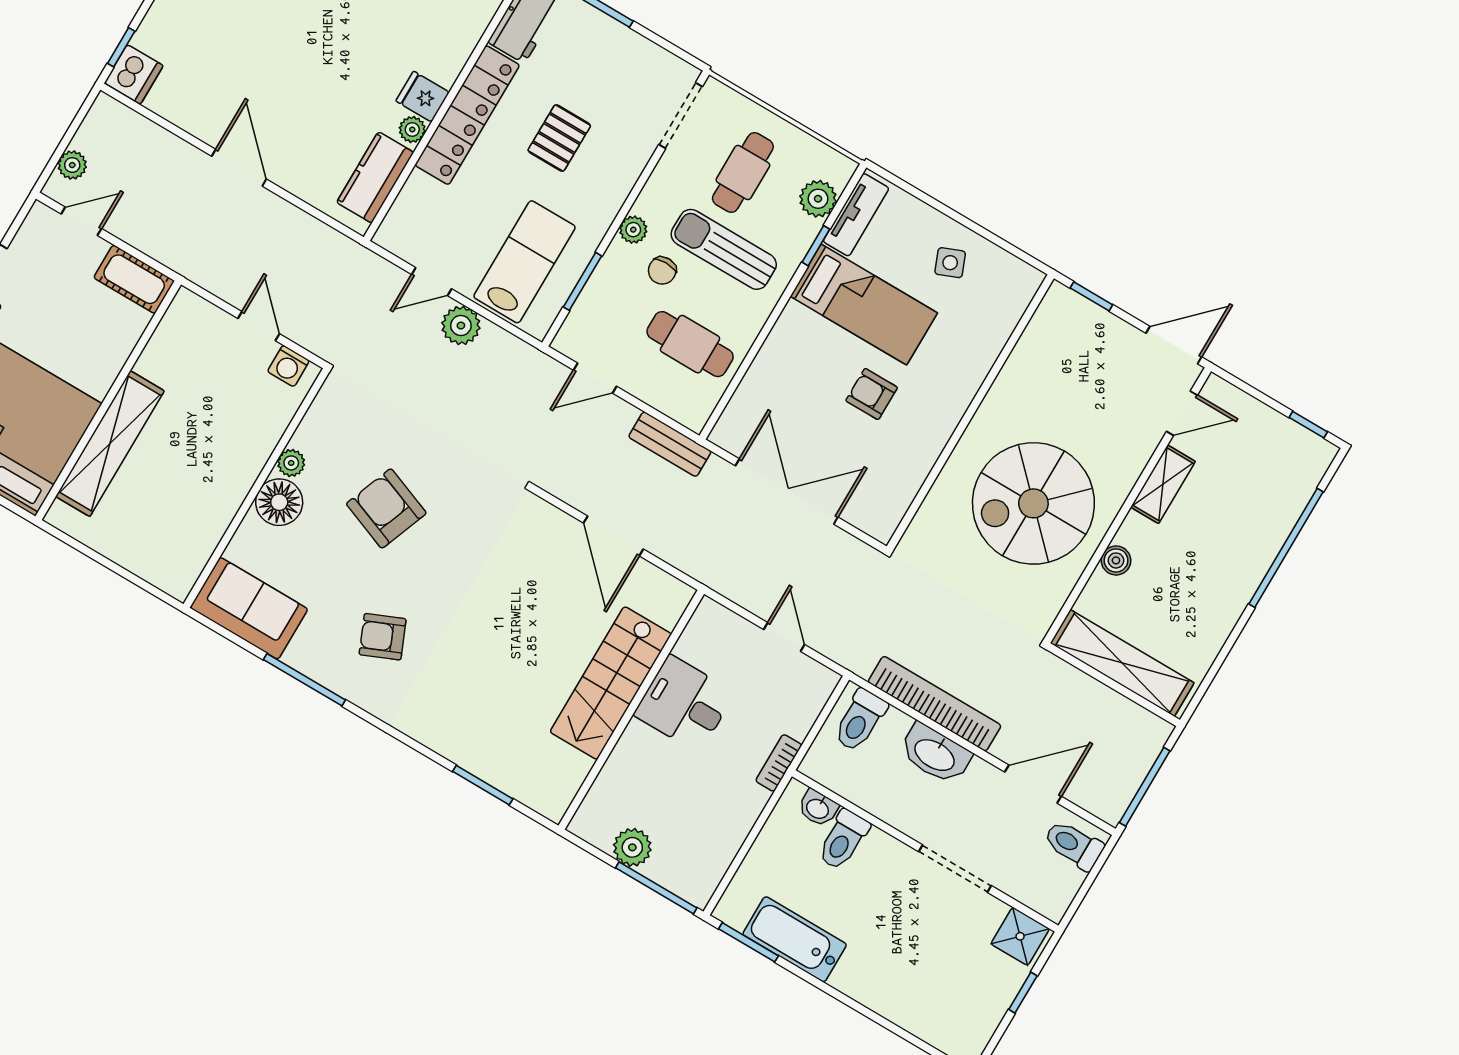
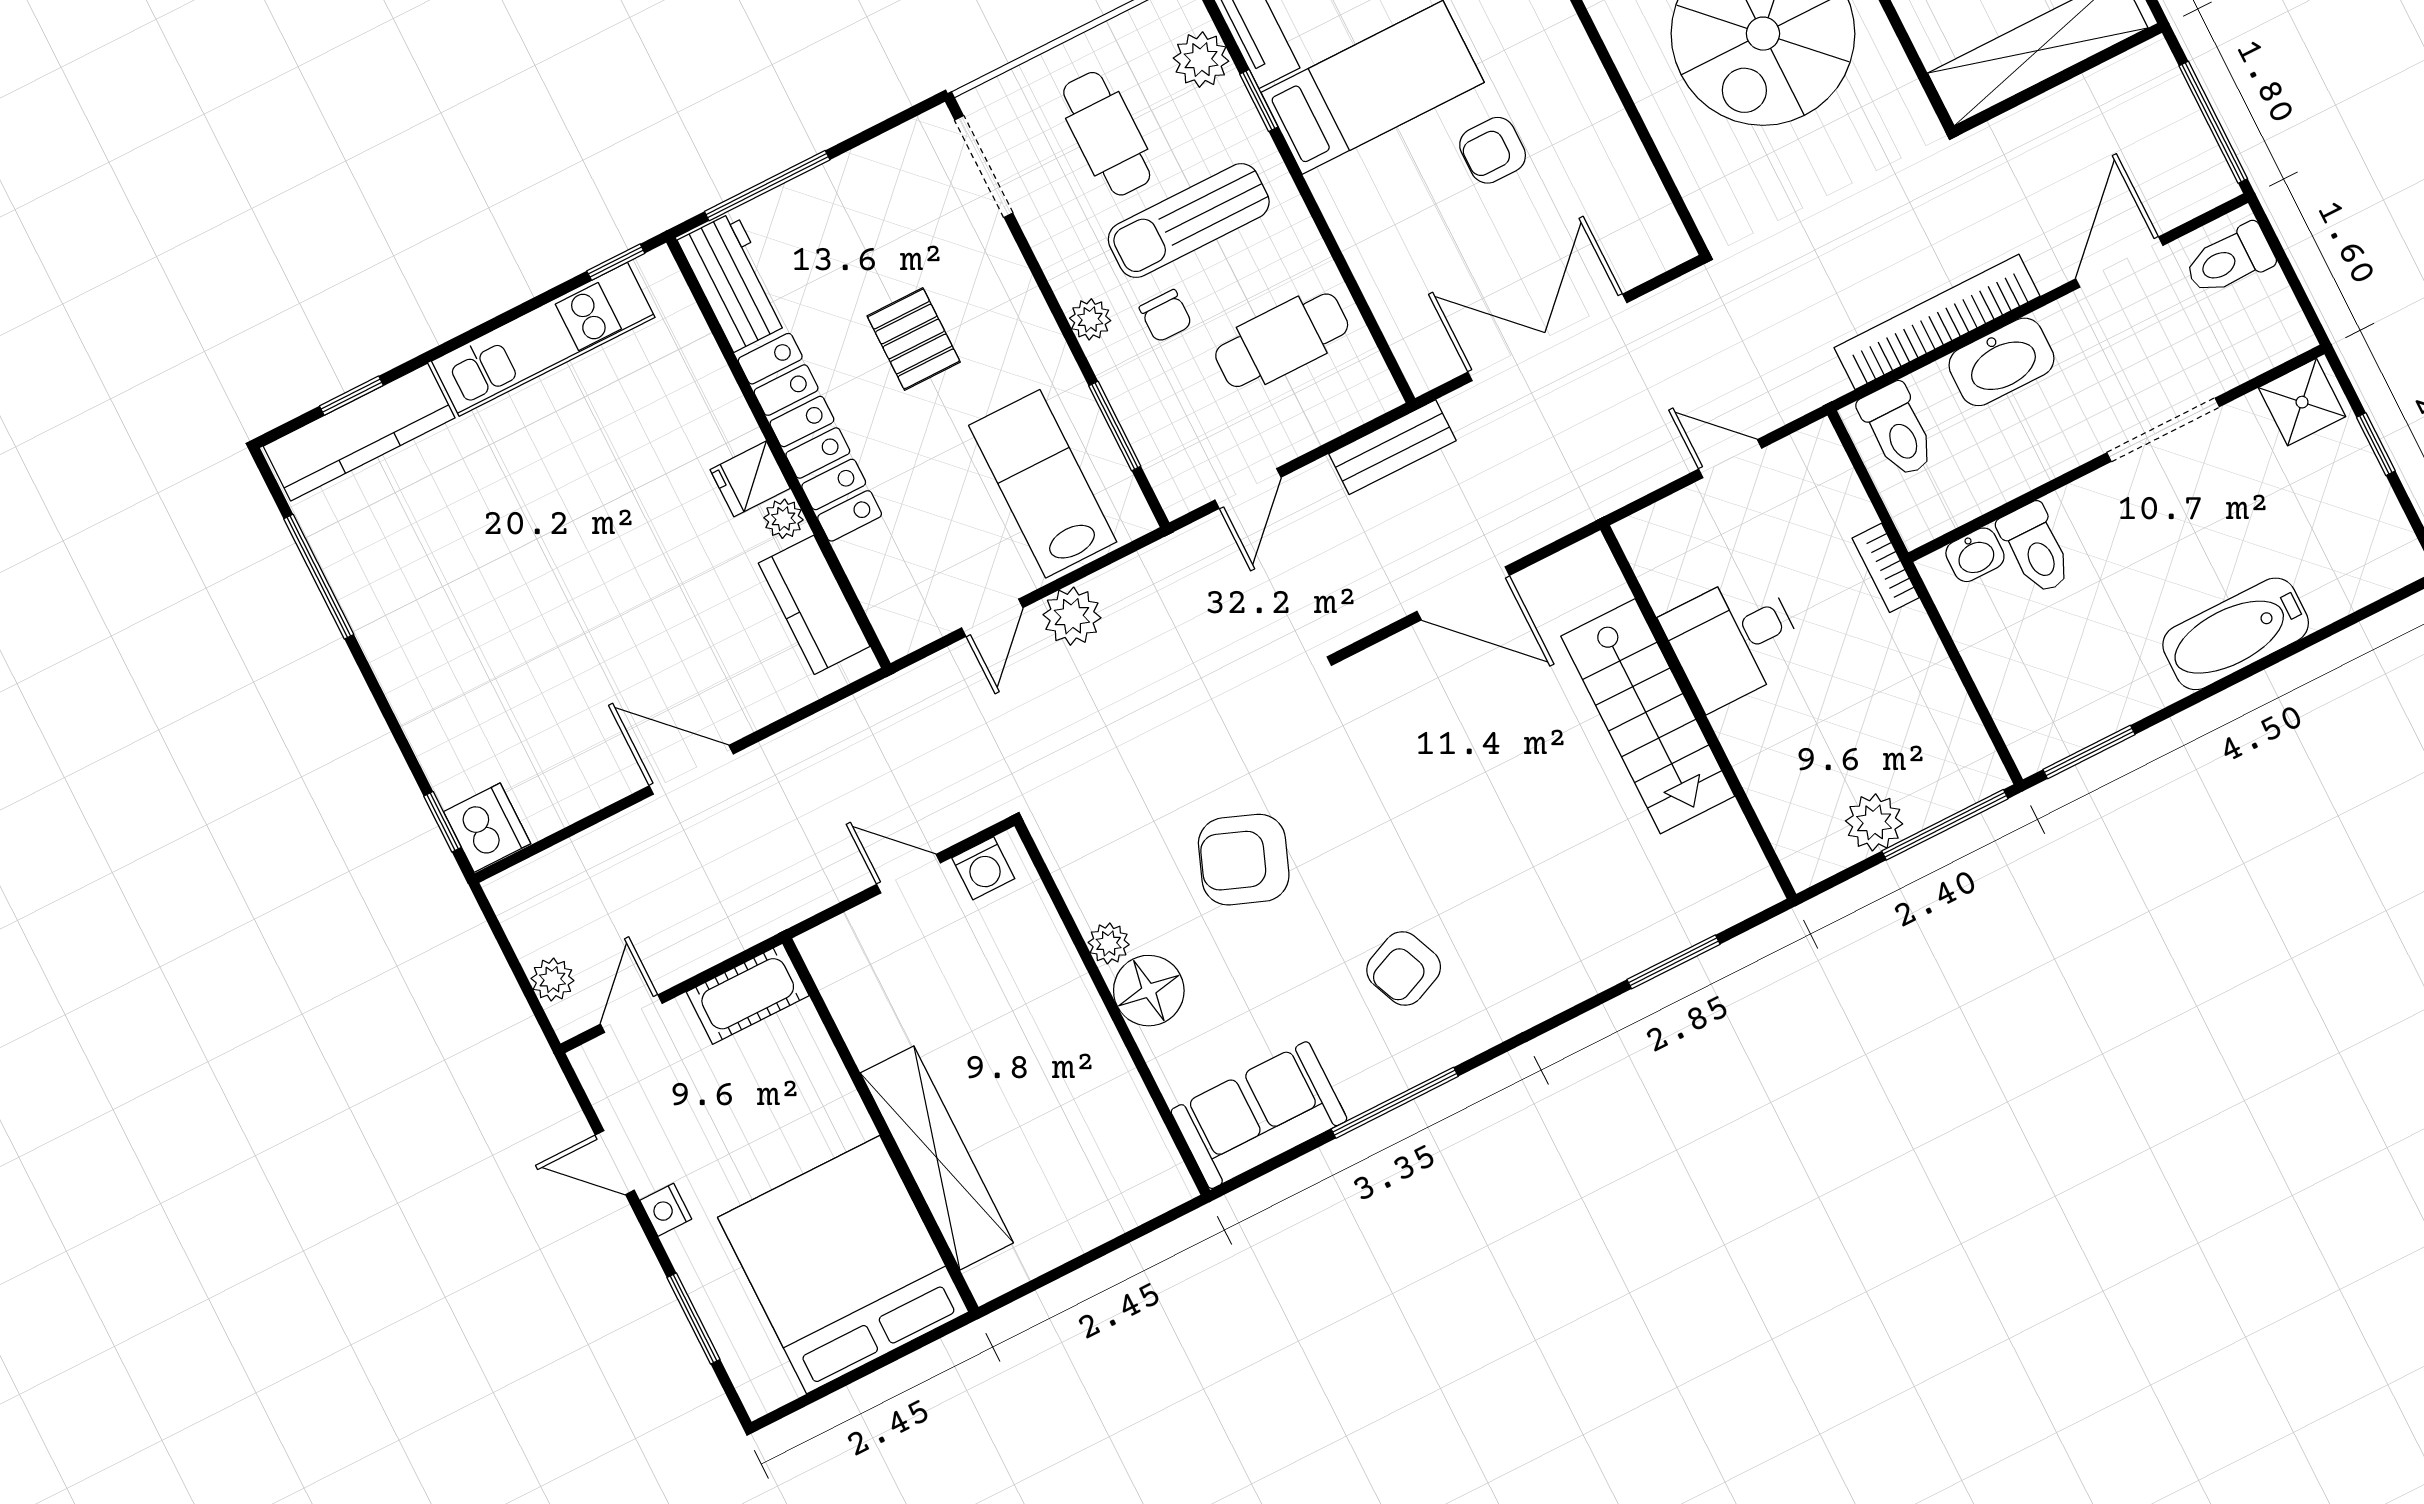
bathtub: (795, 939) -> (2236, 634), moved

